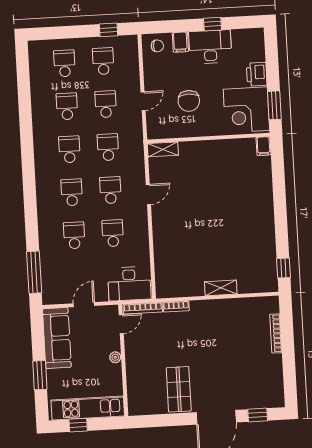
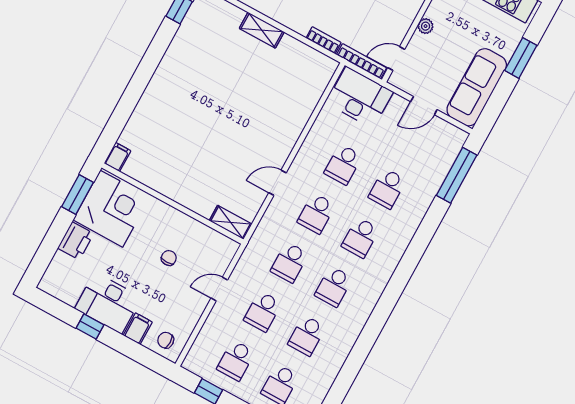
chair: (189, 101) -> (169, 258), width x0.54, depth x0.54

